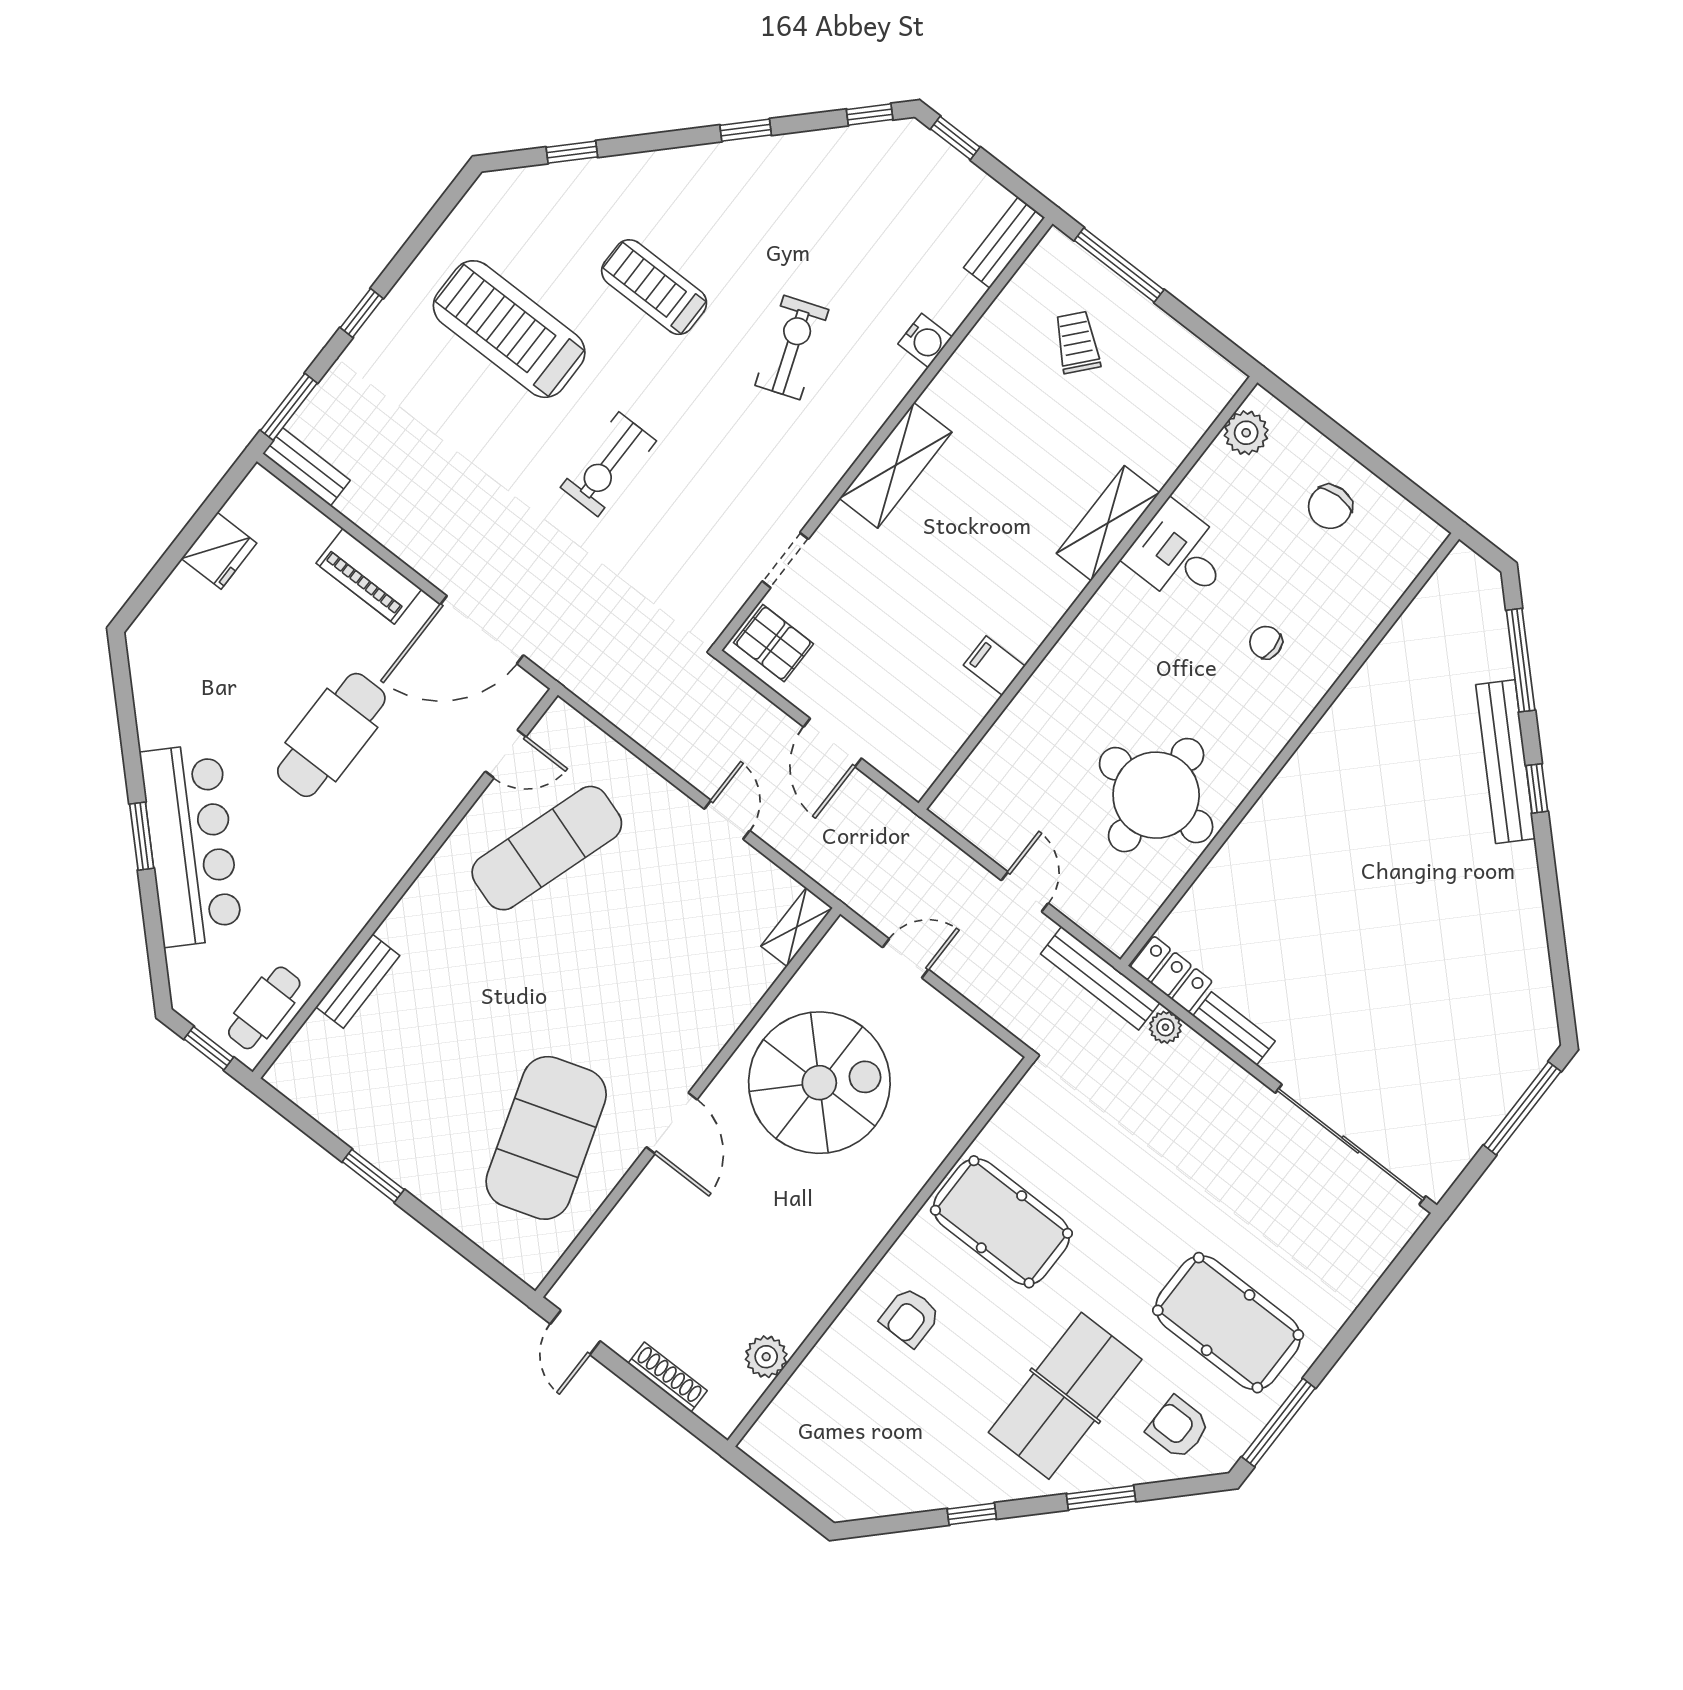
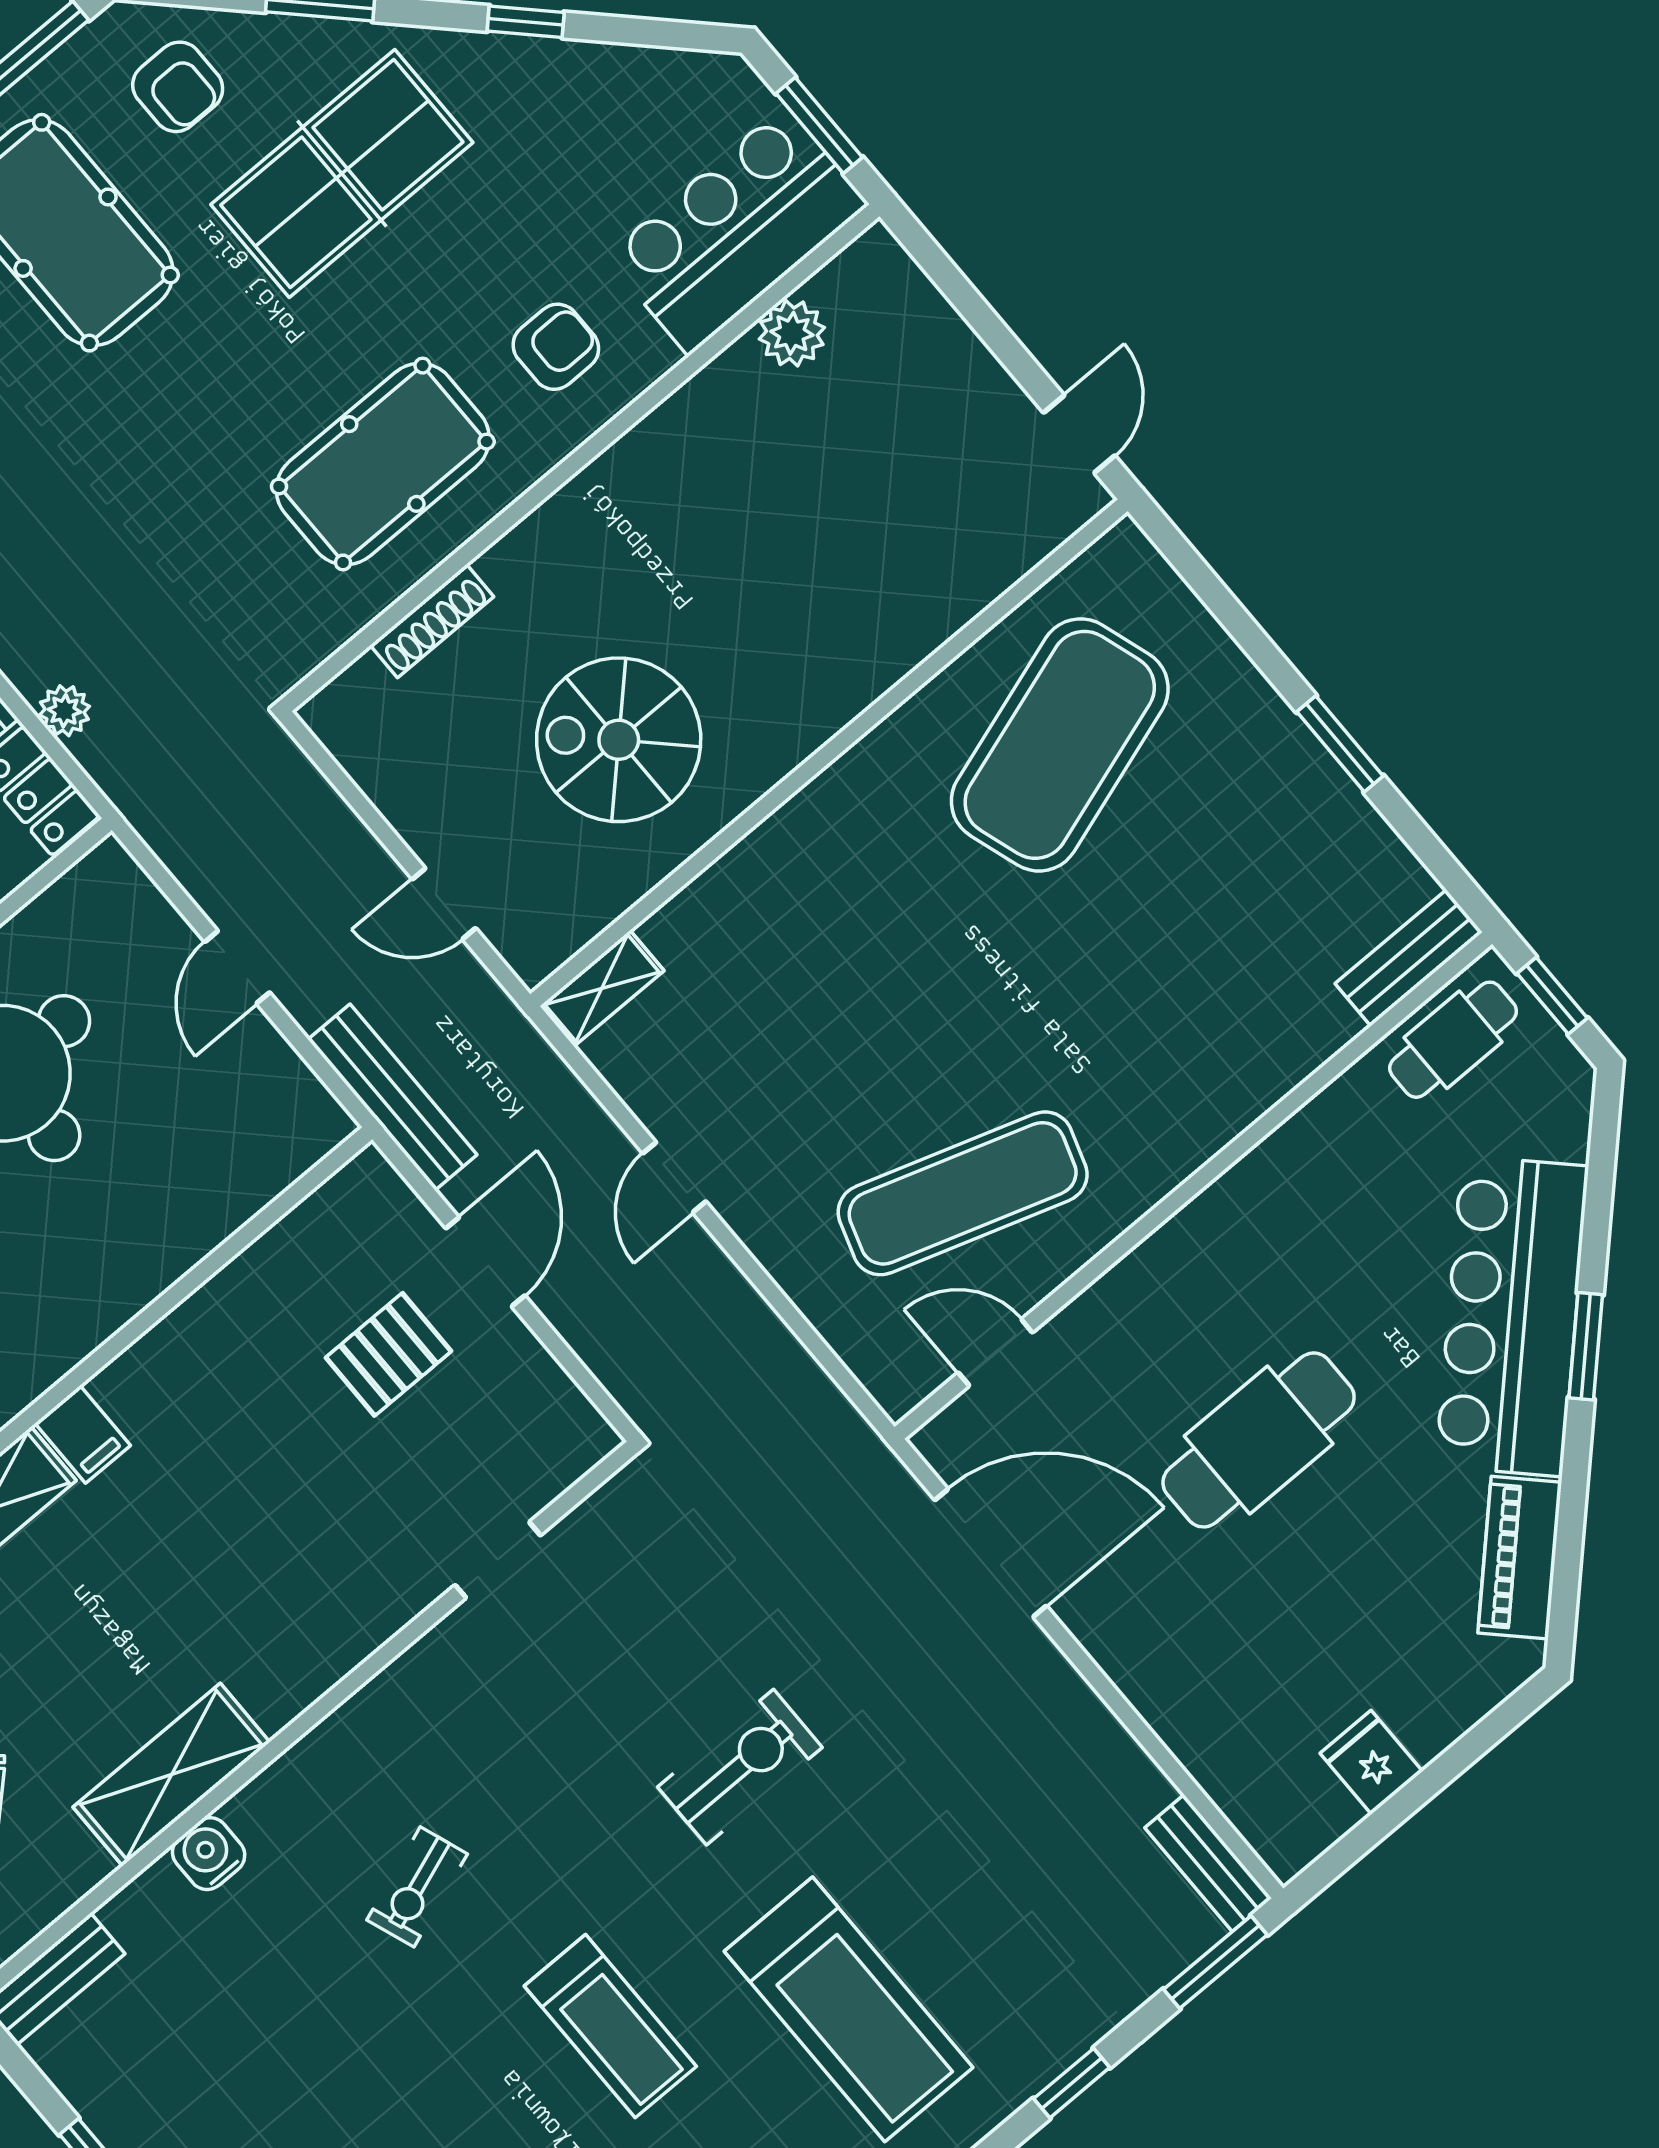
exercise bike: (792, 347) -> (417, 1887), width x0.73, depth x0.72
shelving: (896, 465) -> (171, 1775), moved
fridge: (219, 551) -> (1371, 1762), width x0.72
piano: (369, 576) -> (1520, 1558), moved, turned -135
pallet: (773, 643) -> (388, 1354), moved, turned 90
filing cabinet: (994, 666) -> (83, 1434), moved
bench: (1100, 978) -> (393, 1097), moved
bench: (358, 981) -> (1409, 958), moved
spiral stairs: (819, 1083) -> (619, 740), width x0.73, depth x0.73
door: (672, 1123) -> (861, 726), removed
pool table: (1001, 1222) -> (383, 464), turned 90
shoe rack: (668, 1377) -> (432, 621), moved, turned -90
bar counter: (814, 1413) -> (737, 231), added
window: (777, 1489) -> (819, 125), added

